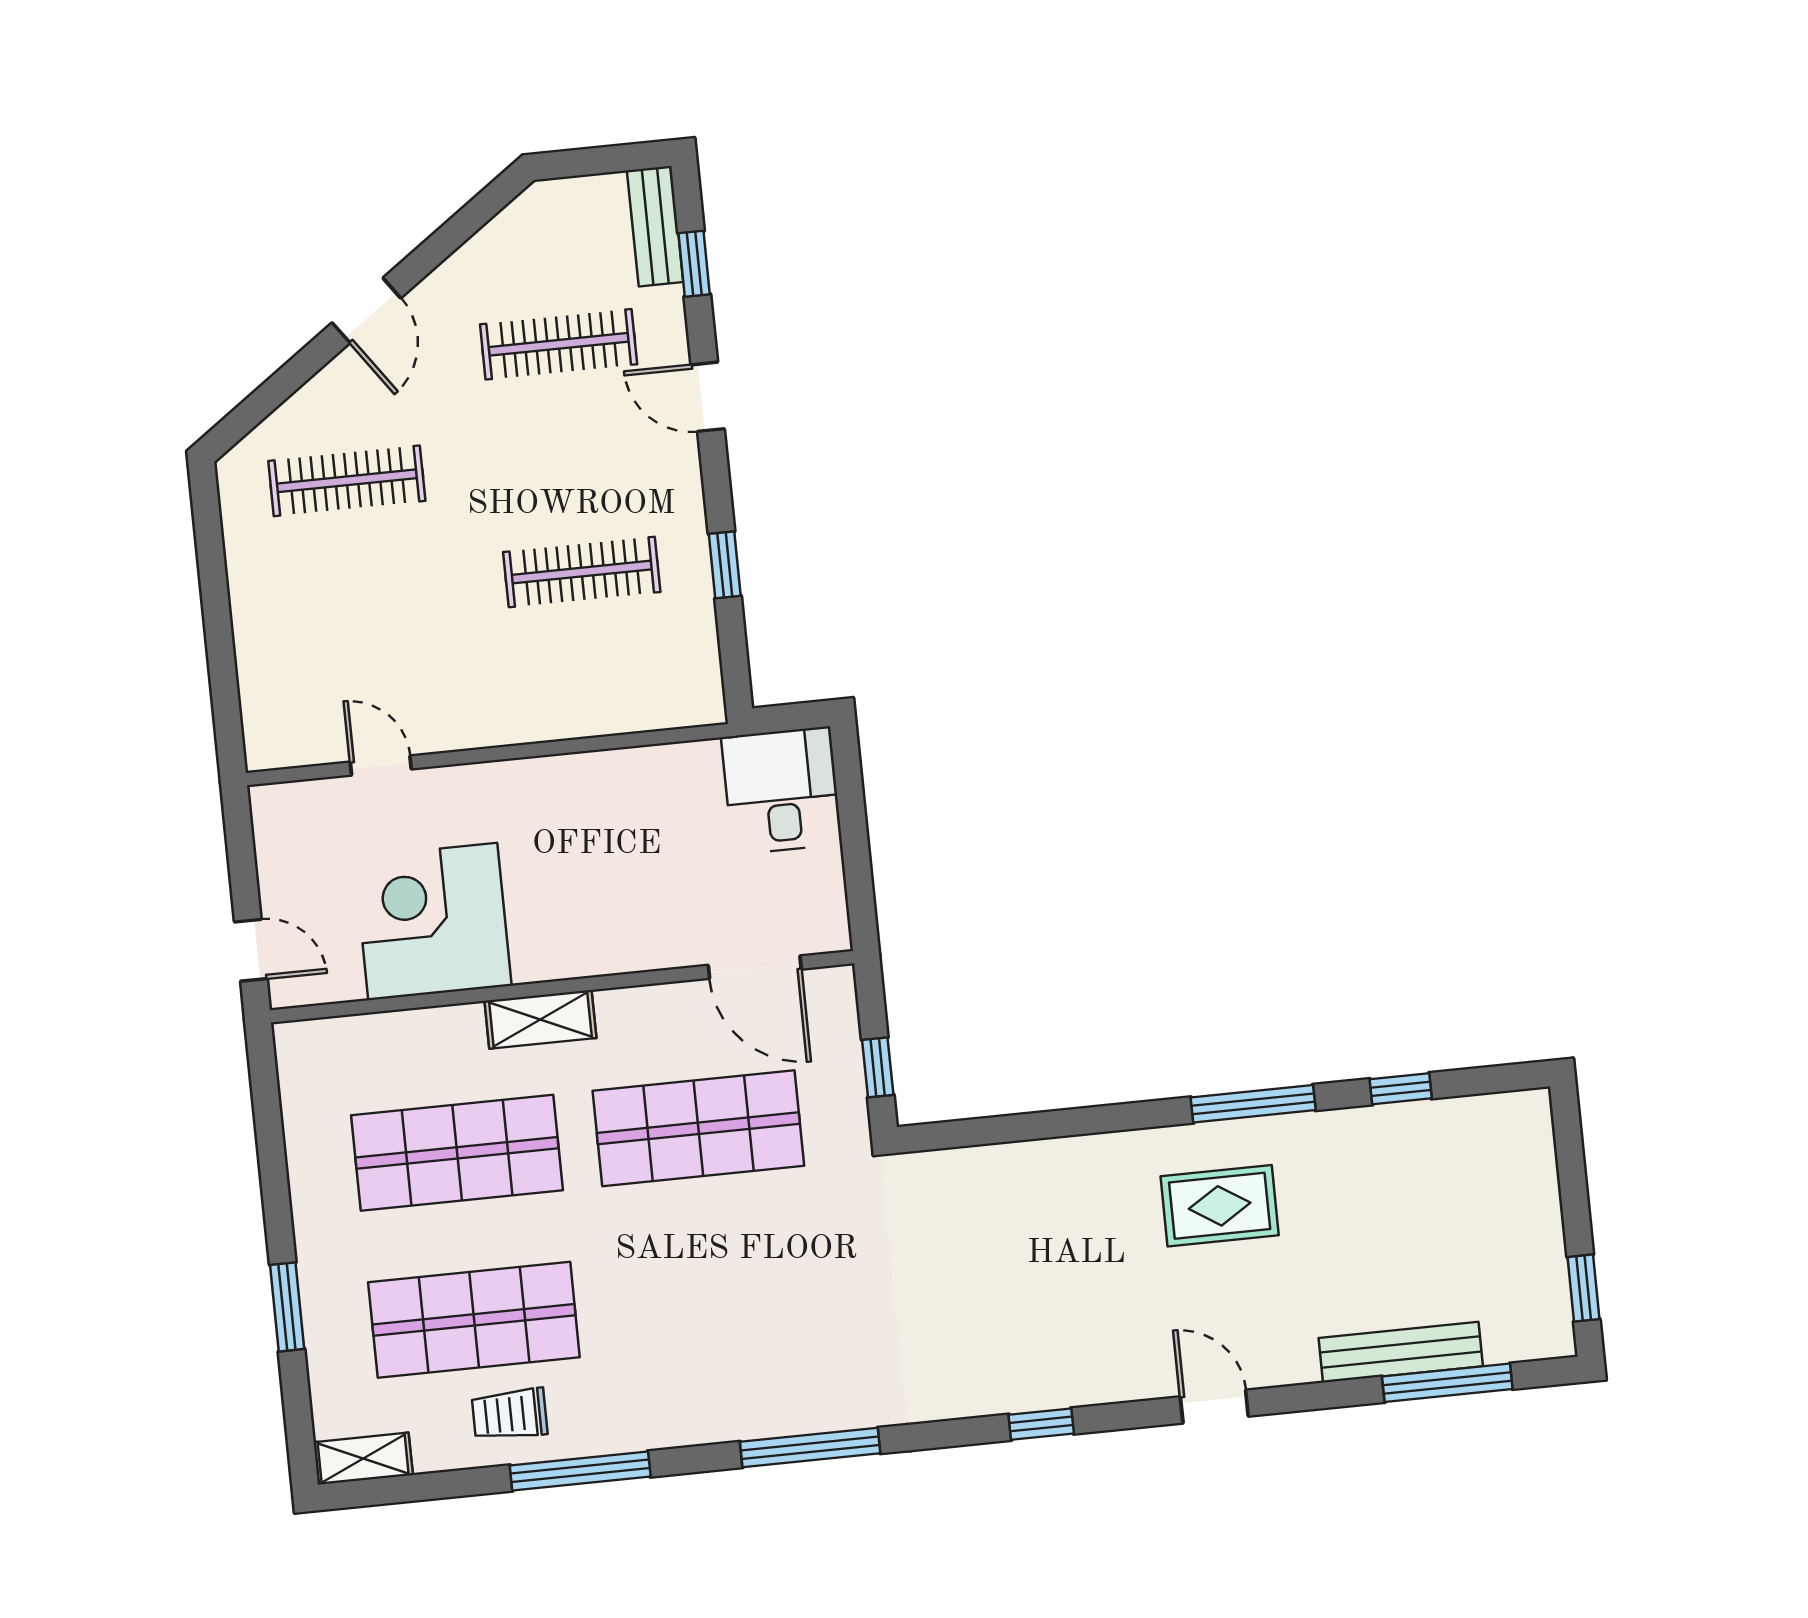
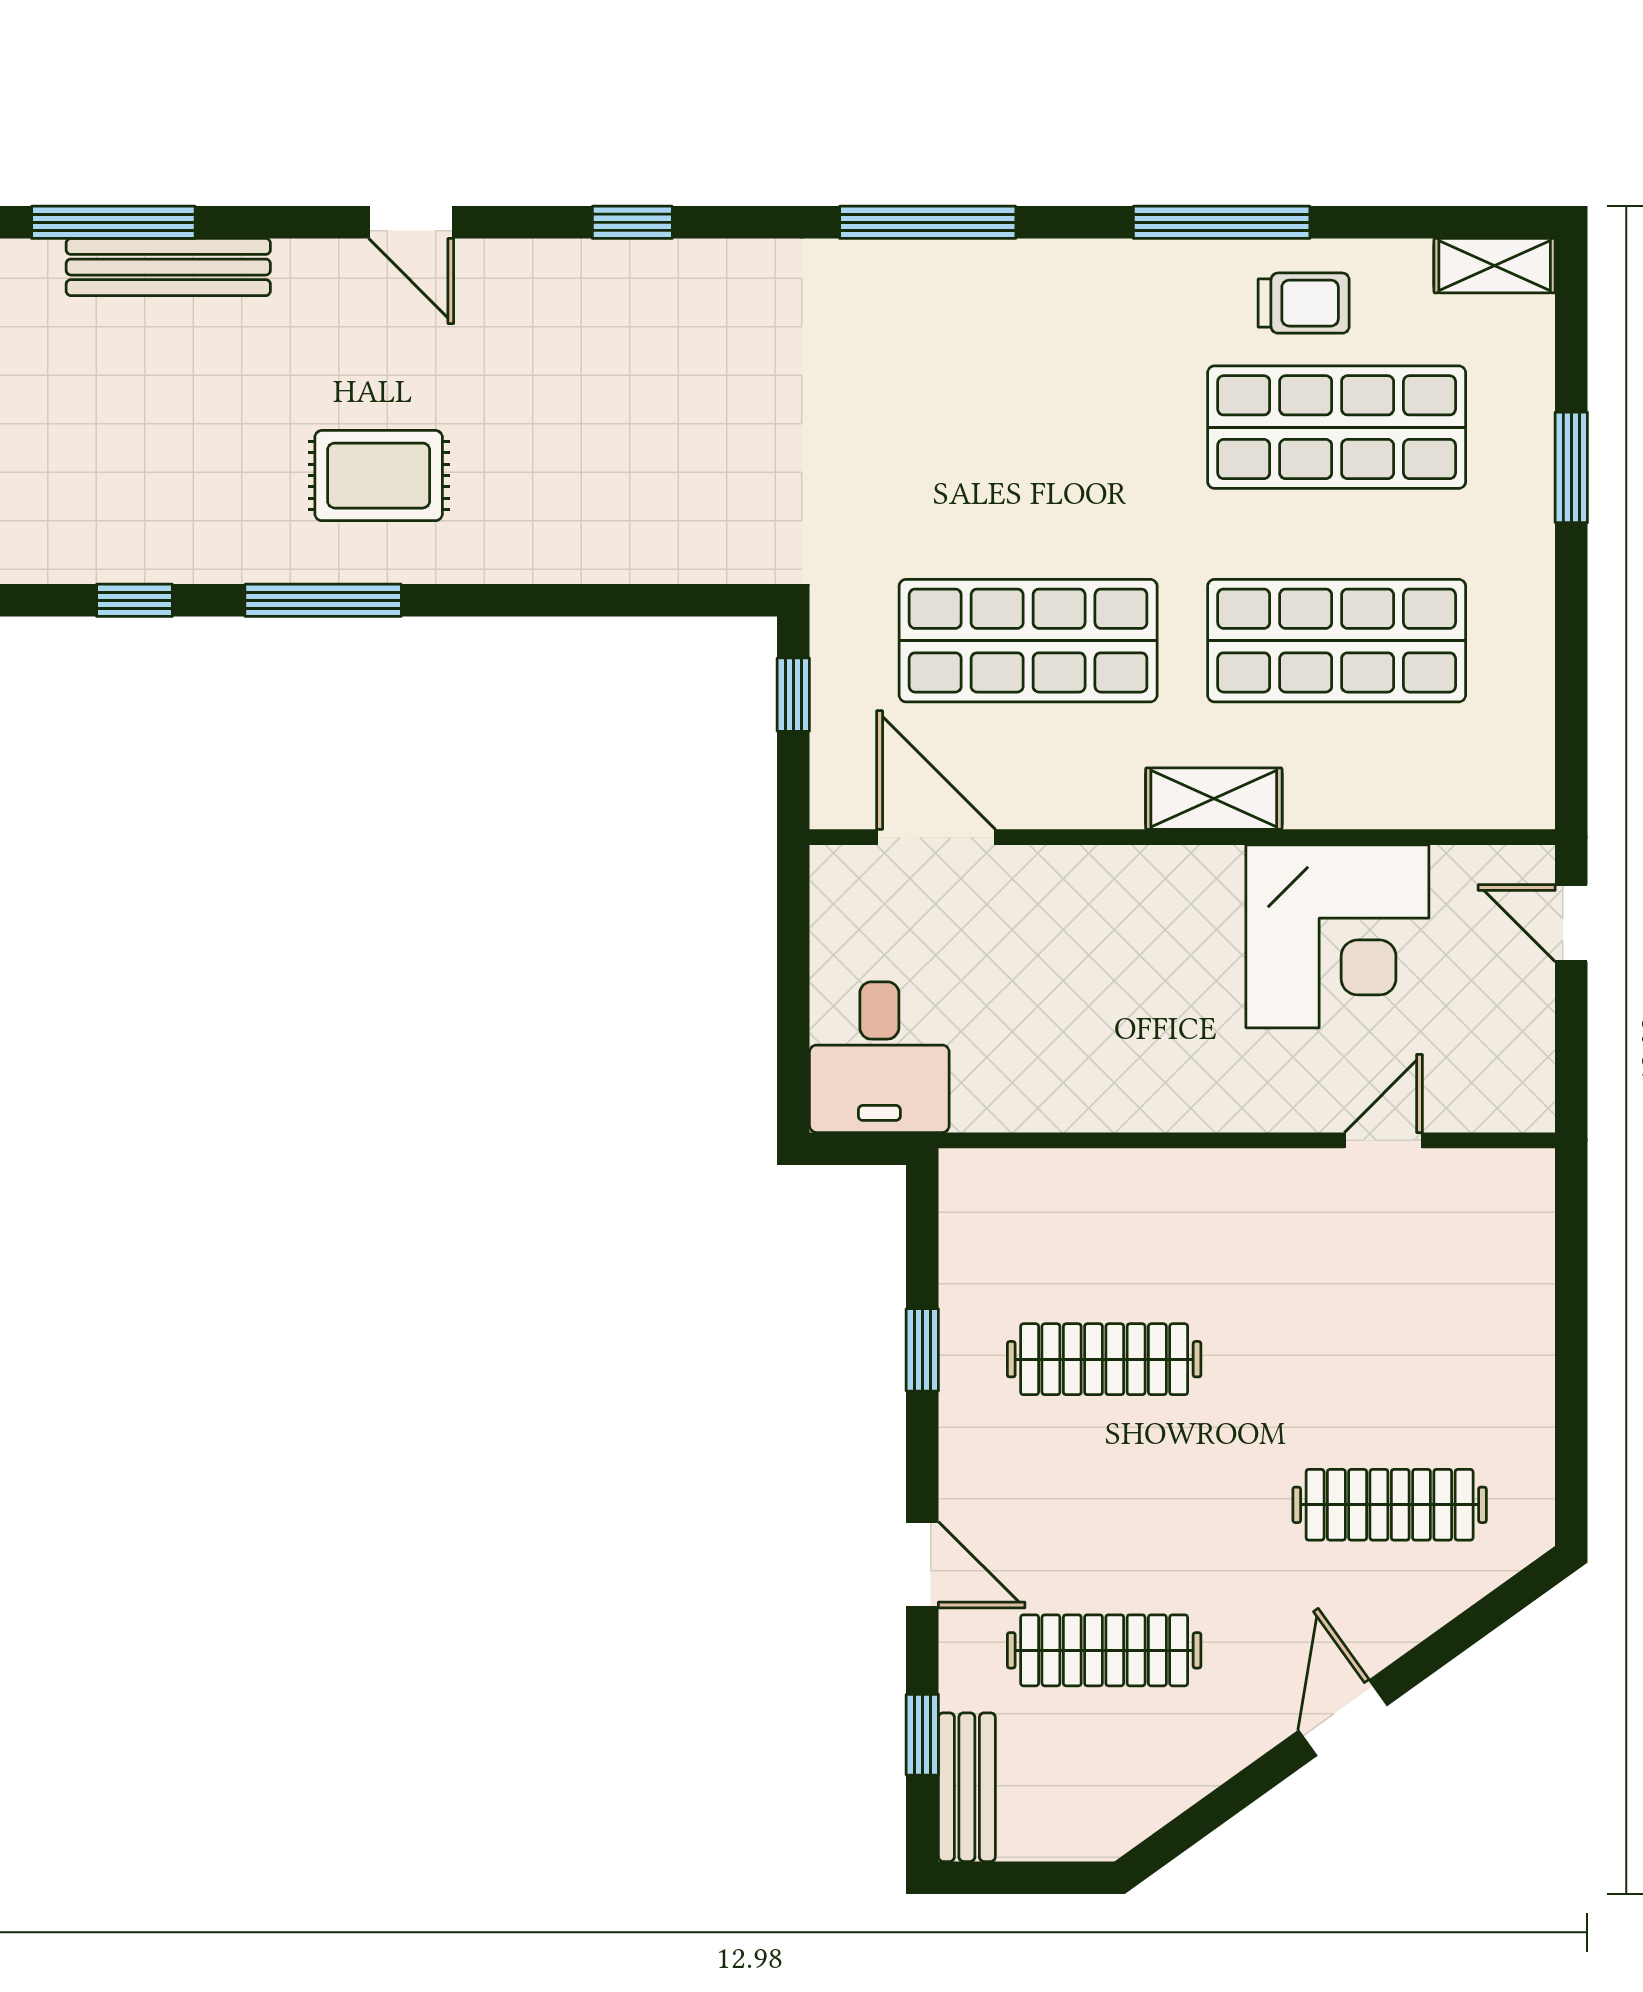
door: (381, 766) -> (1383, 1140), swing flipped

